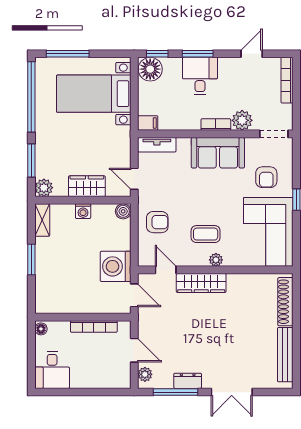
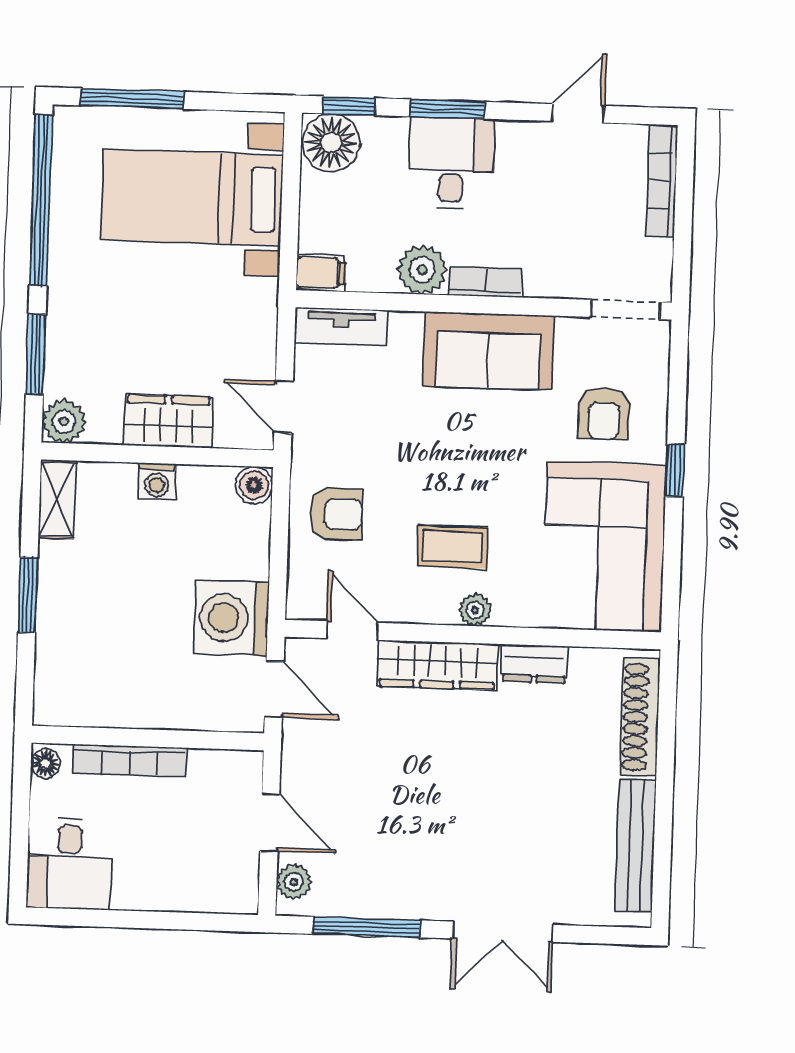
plant: (242, 120) -> (422, 270), moved
bookcase: (94, 326) -> (130, 760), moved
dresser: (188, 381) -> (534, 664), moved, turned 180

